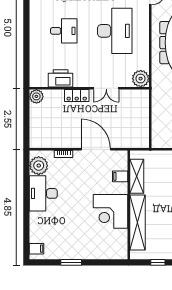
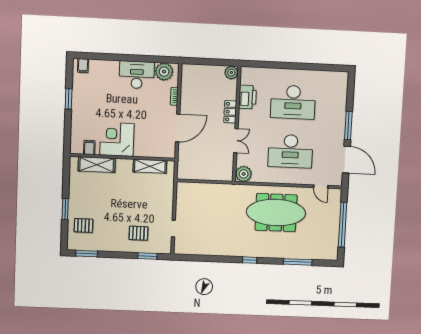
desk: (64, 31) -> (293, 102), width x1.87, depth x1.30
double door: (106, 88) -> (236, 141), swing flipped
filing cabinet: (120, 176) -> (89, 147), moved
shelving: (137, 222) -> (97, 165), width x0.68
window: (158, 262) -> (66, 183), removed

